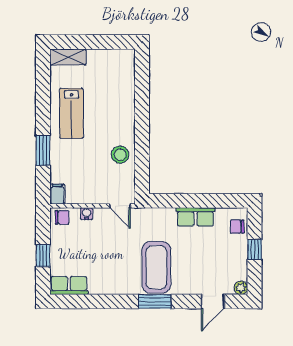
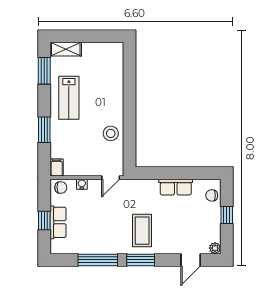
window: (43, 82) -> (44, 71), added
door: (120, 206) -> (111, 178), hinge flipped
coffee table: (156, 267) -> (142, 231), width x0.73, depth x0.76
row of seats: (69, 285) -> (58, 222), moved, turned 90
window: (105, 301) -> (98, 260), added

